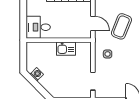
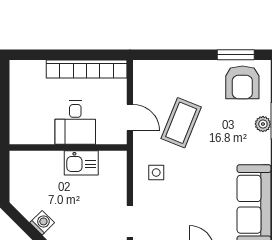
desk: (38, 27) -> (75, 123), moved, turned -90
washing machine: (37, 74) -> (42, 223), moved

